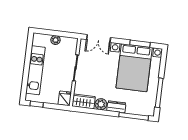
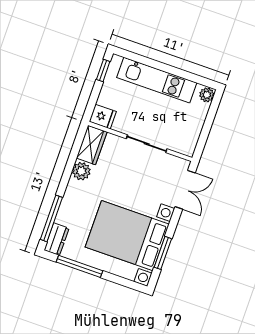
double door: (99, 39) -> (185, 190), swing flipped
plant: (56, 40) -> (207, 95), moved
dresser: (116, 107) -> (57, 239), moved

